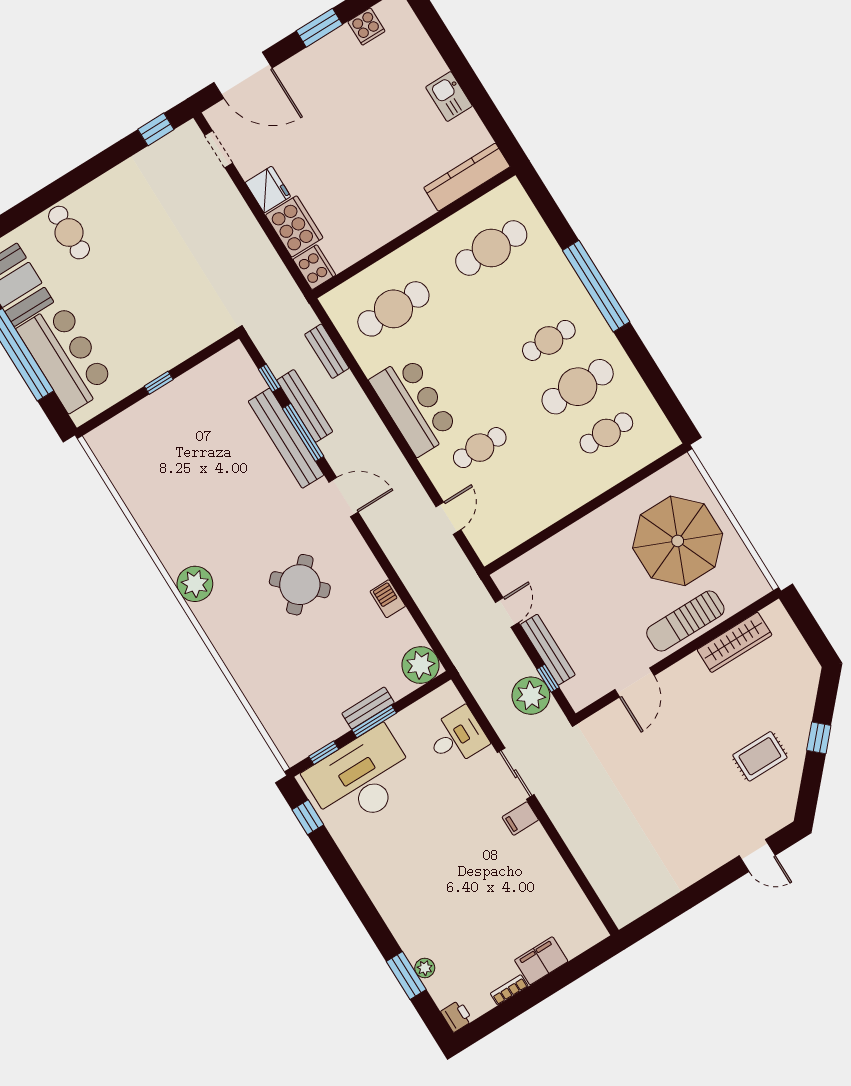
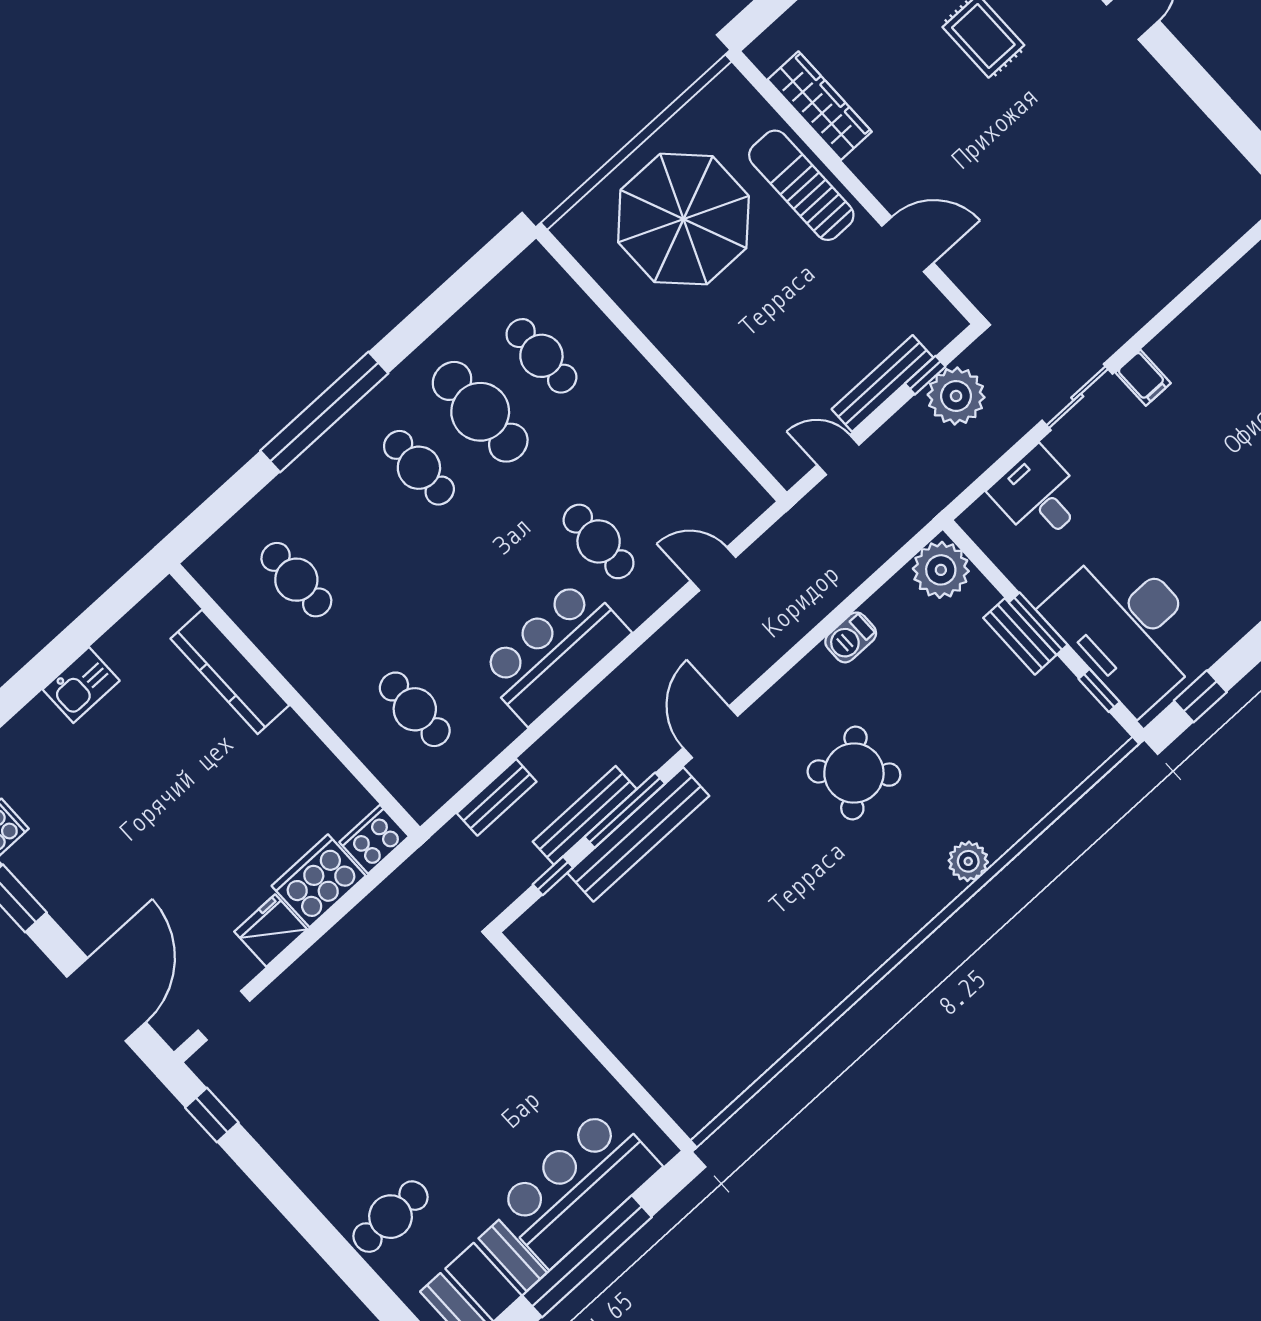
kitchen counter: (467, 177) -> (230, 672), moved
cafe table: (491, 248) -> (296, 580), width x0.73, depth x0.74
cafe table: (393, 309) -> (415, 709), width x0.73, depth x0.74
window: (159, 383) -> (591, 1040), removed
plant: (195, 584) -> (968, 861), moved, width x0.73, depth x0.73
sun lounger: (685, 621) -> (801, 185), turned 180

